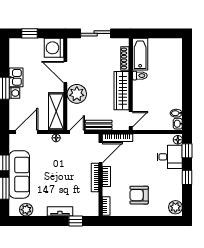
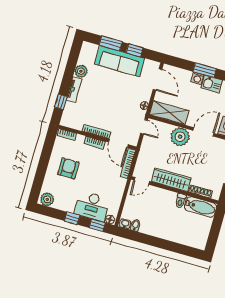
door: (131, 119) -> (142, 181), hinge flipped
bench: (99, 125) -> (145, 149), removed
desk: (170, 157) -> (92, 206), width x1.37
plant: (26, 210) -> (81, 71), moved

